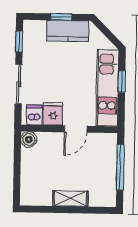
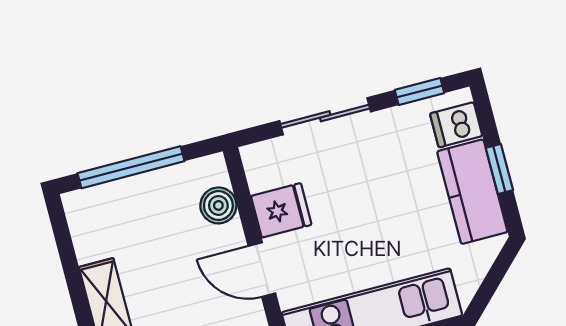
dishwasher: (34, 115) -> (456, 125), moved, turned 180
boiler: (29, 140) -> (218, 205), moved
window: (17, 172) -> (131, 167), added

